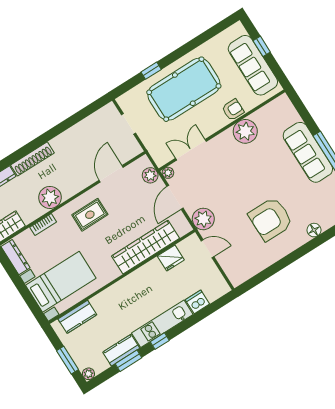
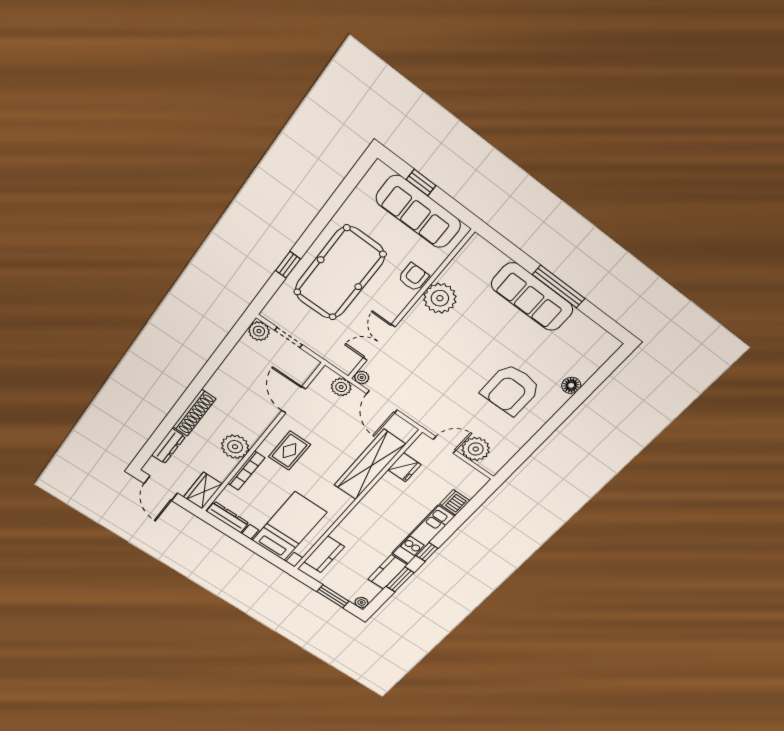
plant: (110, 112) -> (259, 331), added
plant: (203, 219) -> (476, 449), moved
bookcase: (43, 225) -> (246, 471), width x1.56

